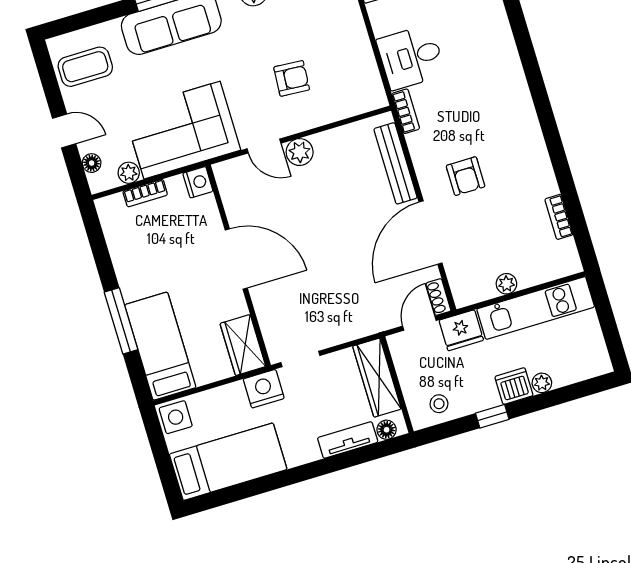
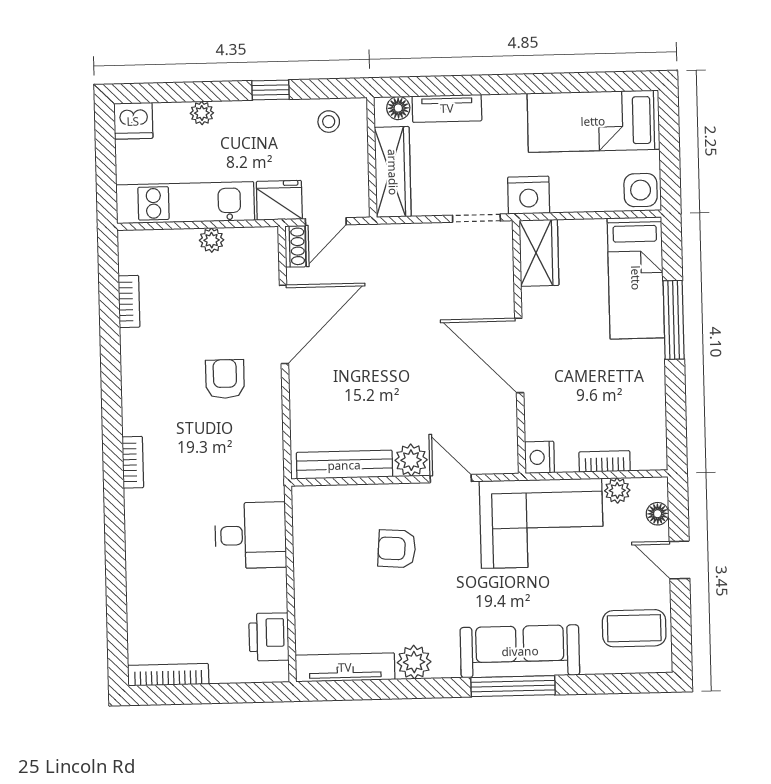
bookcase: (406, 111) -> (133, 462), moved, turned 180
bench: (395, 163) -> (344, 465), moved, turned 90
dishwasher: (514, 386) -> (133, 121), moved

